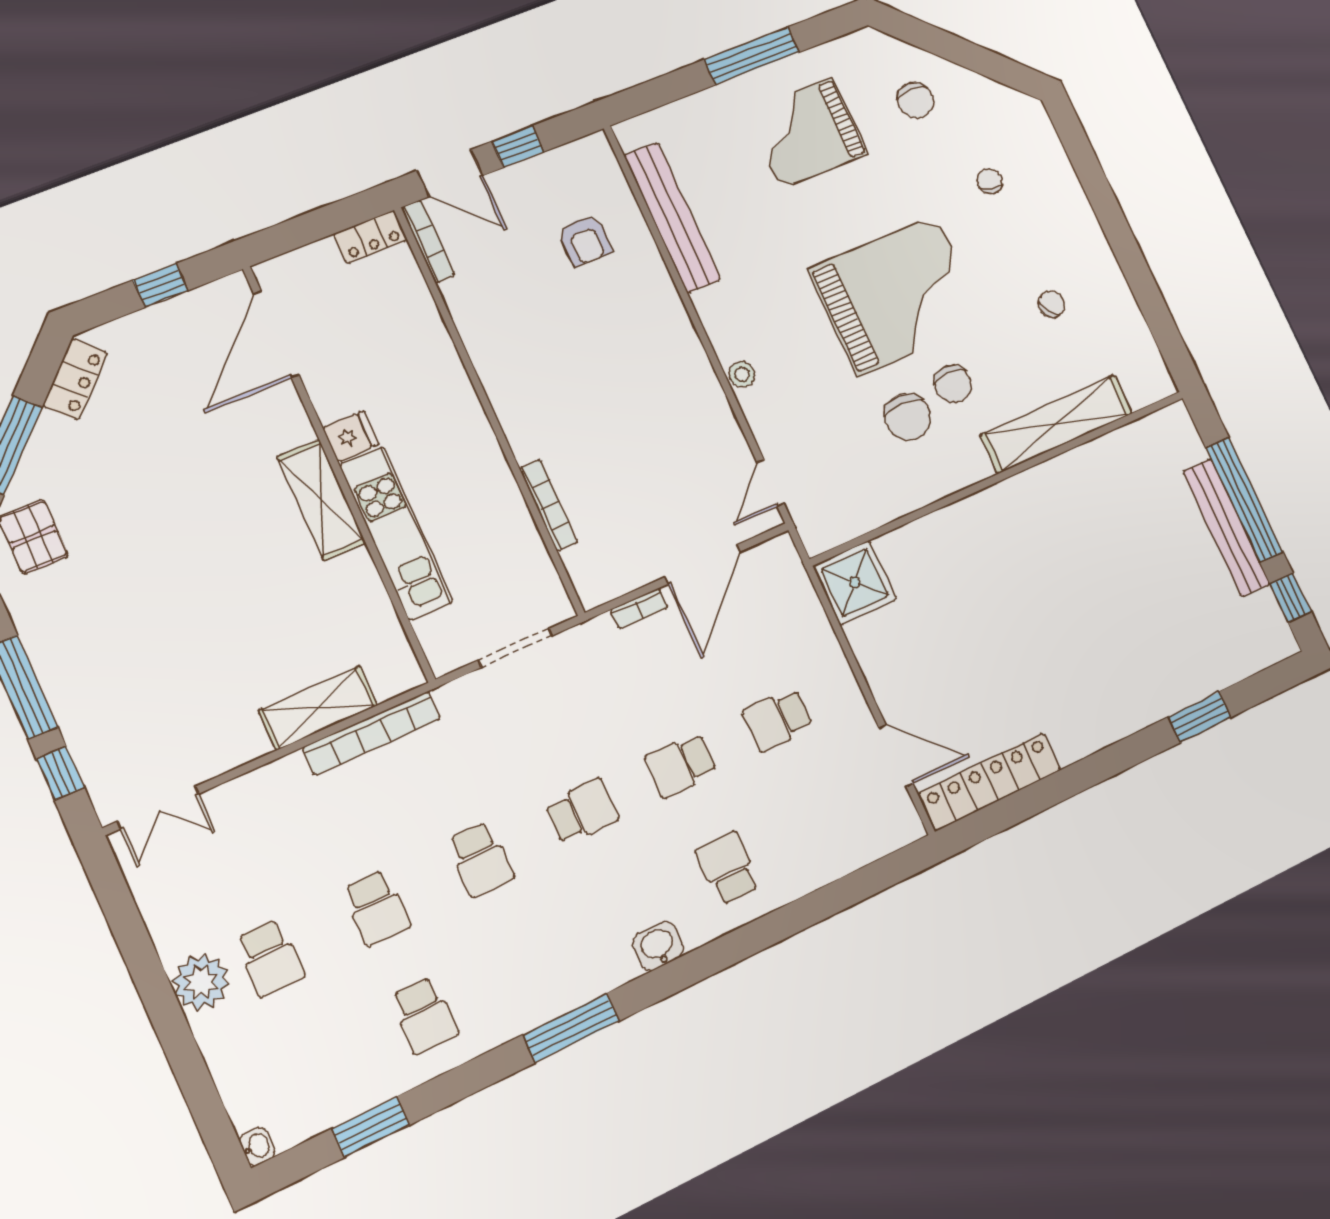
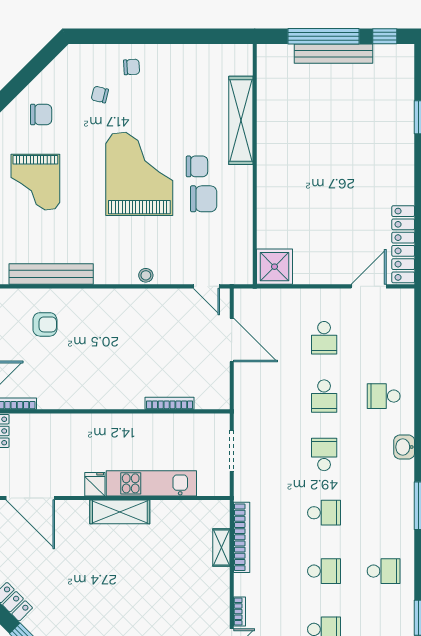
chair: (1052, 304) -> (132, 67), moved, turned 121
bookcase: (639, 609) -> (239, 612), moved
shelving: (318, 708) -> (221, 548), width x0.67, depth x0.75

